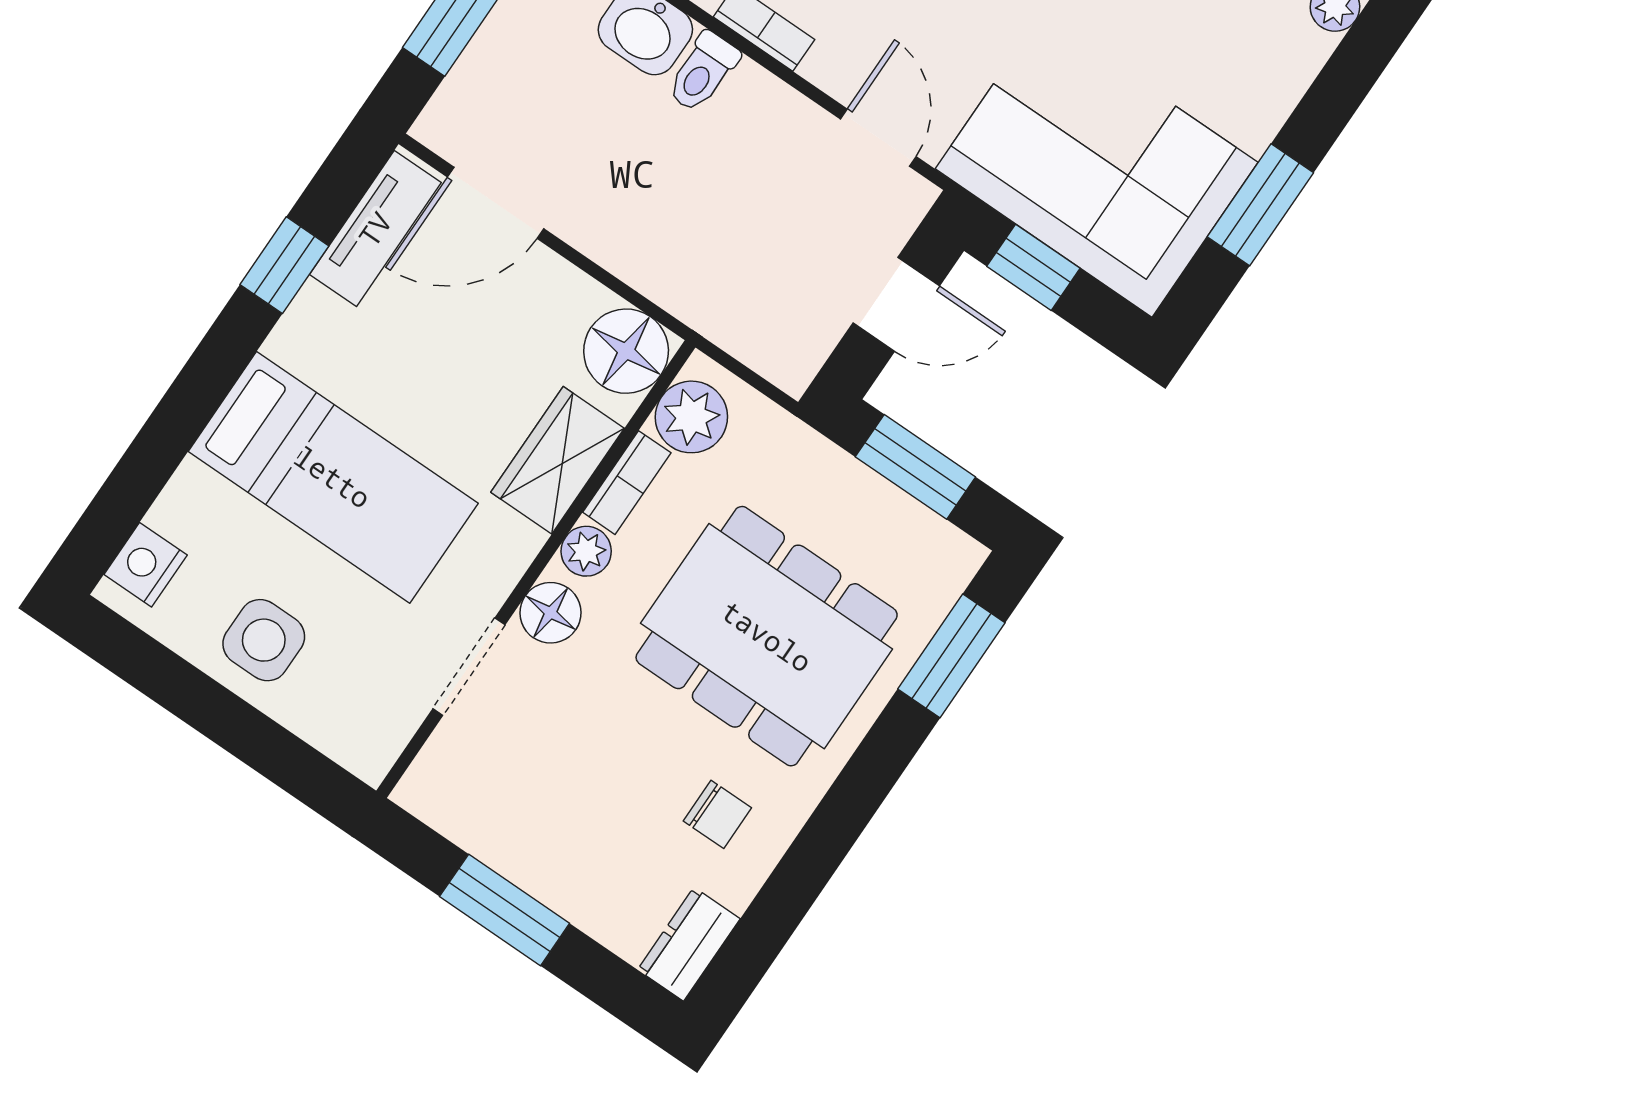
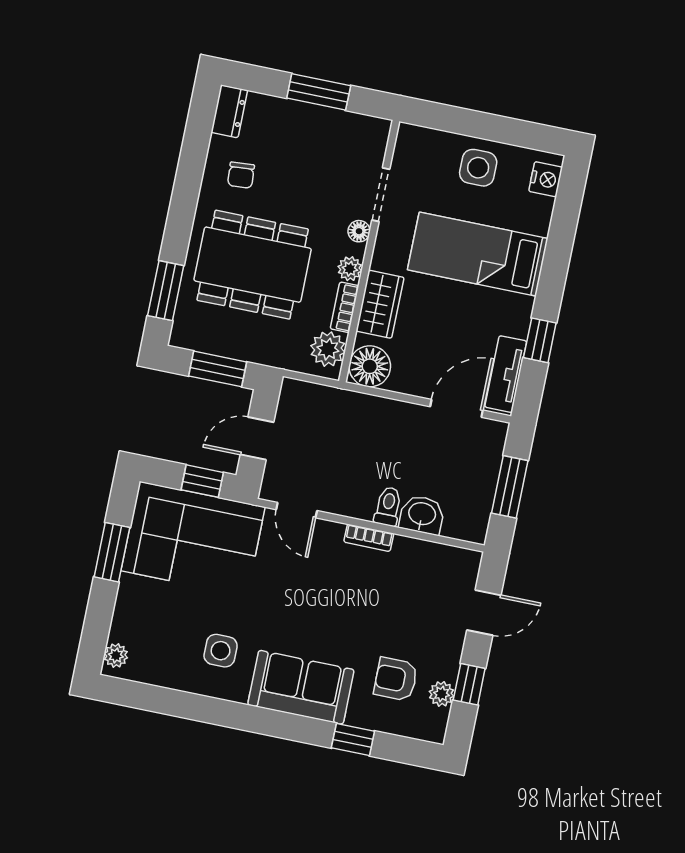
floor lamp: (551, 613) -> (359, 231), width x0.73, depth x0.73
chair: (717, 814) -> (241, 175), turned -94

